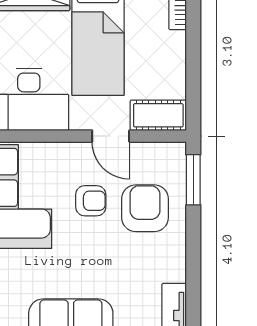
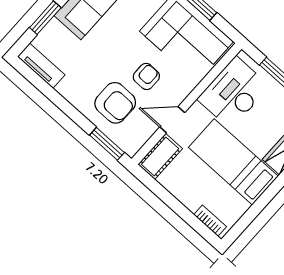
armchair: (91, 201) -> (146, 76), turned 180

